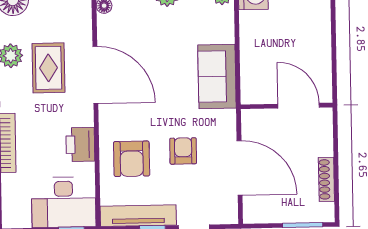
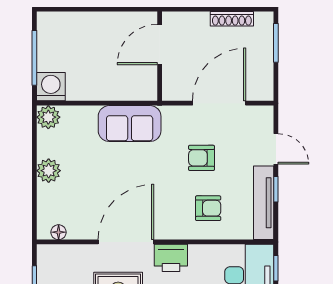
printer: (80, 144) -> (171, 258), moved
armchair: (132, 159) -> (208, 208), width x0.72, depth x0.72

